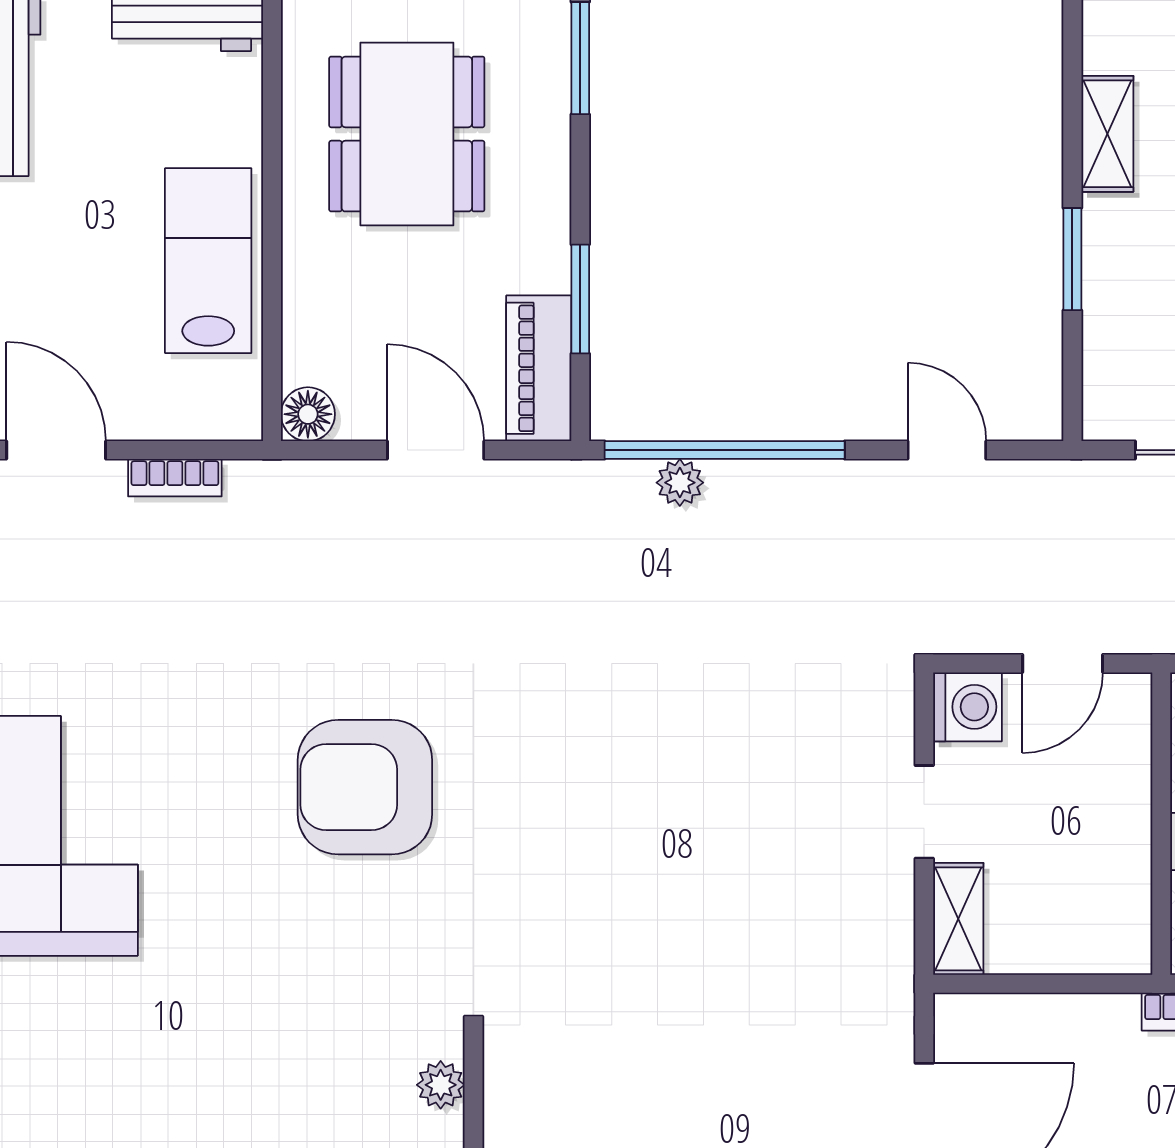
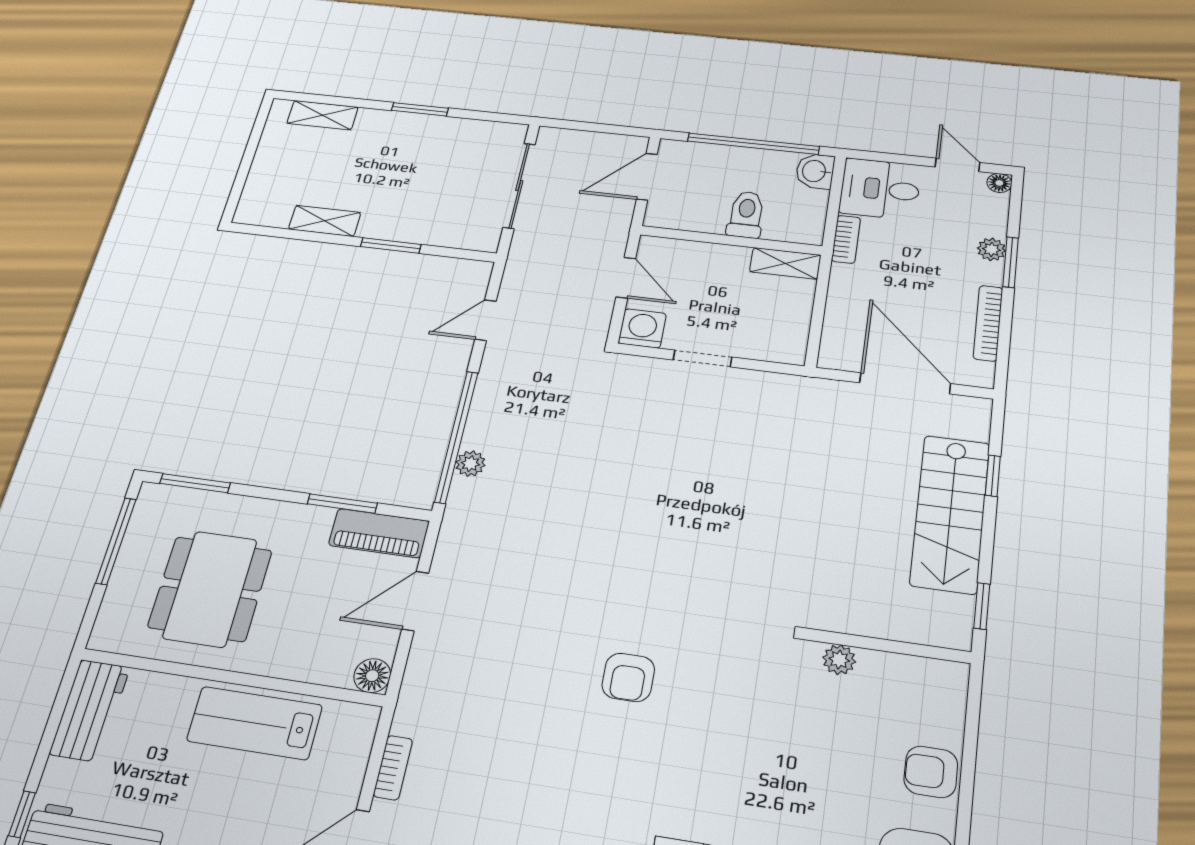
dining table: (407, 134) -> (210, 589), turned 90
armchair: (365, 787) -> (628, 677), width x0.53, depth x0.53
shelving: (958, 919) -> (785, 263), moved

